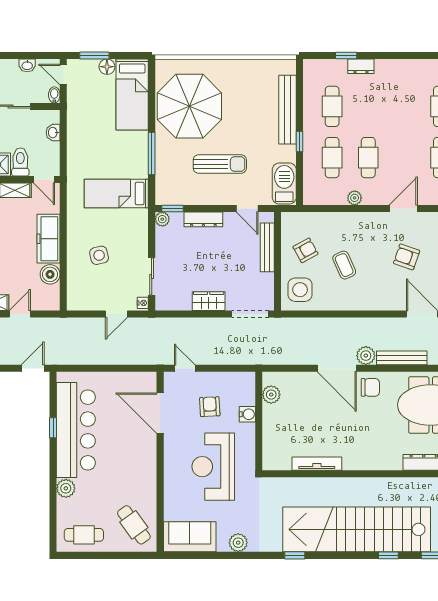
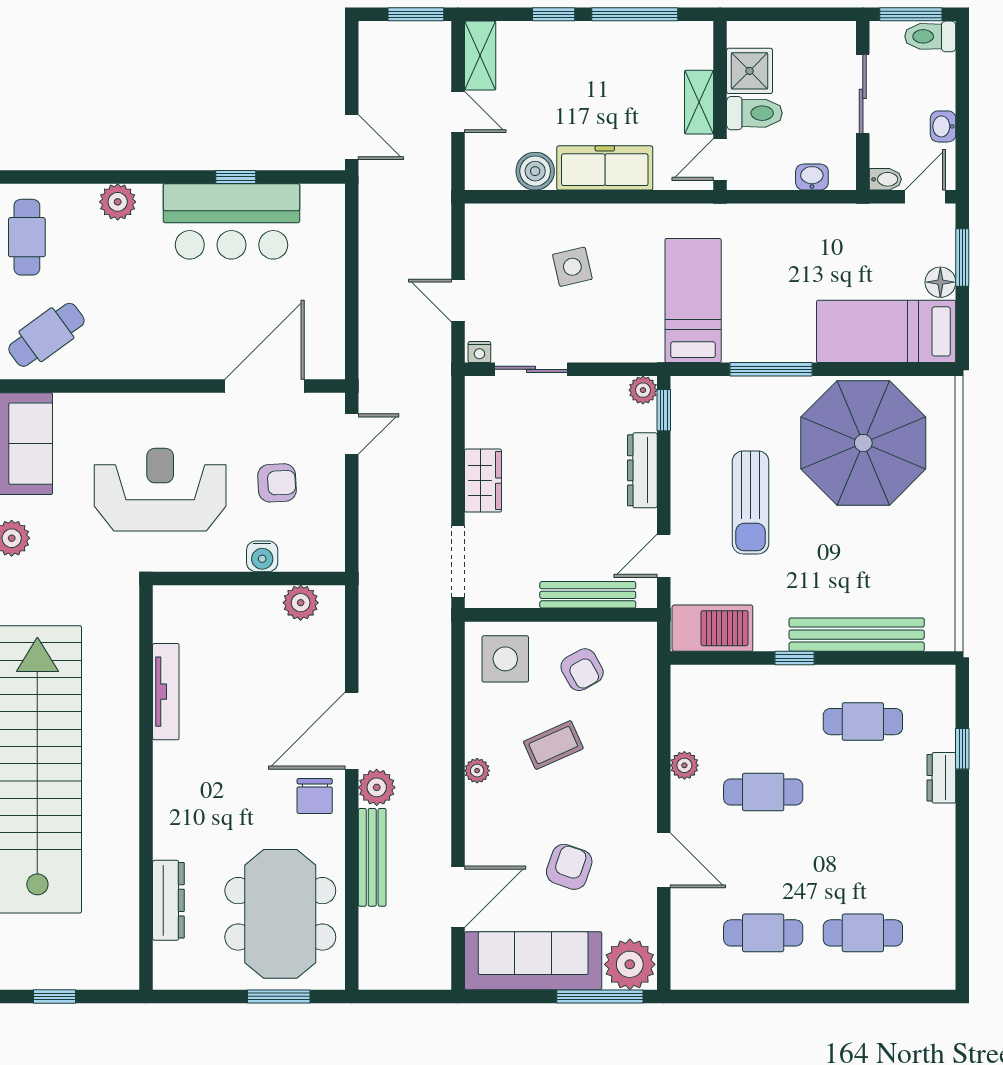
cafe table: (332, 158) -> (763, 722), removed
plant: (357, 304) -> (477, 771), added
bar counter: (76, 430) -> (231, 221), width x0.73

